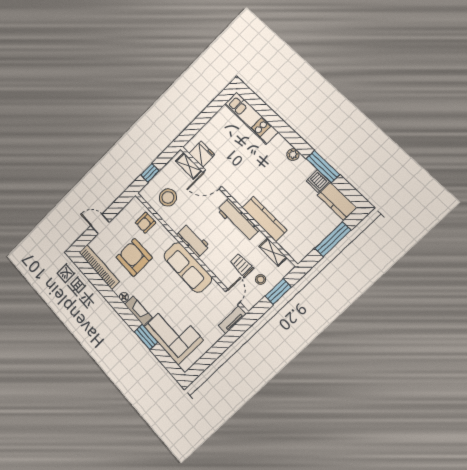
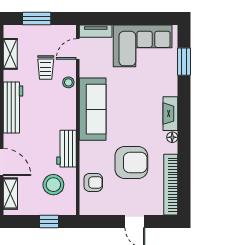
workbench: (193, 240) -> (67, 149), moved
armchair: (134, 257) -> (131, 163), turned -90
stool: (261, 279) -> (68, 82), moved
corner sofa: (174, 333) -> (143, 46), moved, turned -90
window: (146, 337) -> (184, 62), moved

